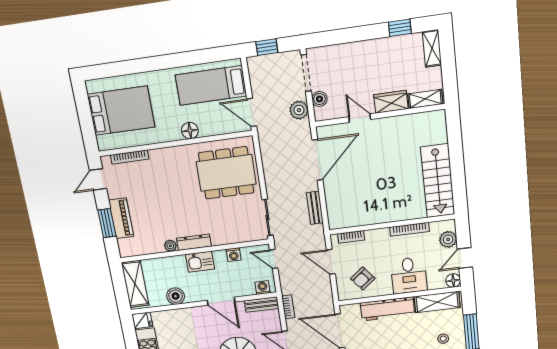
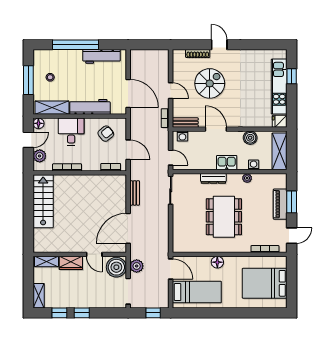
window: (368, 32) -> (82, 313), added
boiler: (319, 99) -> (116, 267), width x1.86, depth x1.86
dining table: (226, 173) -> (224, 217), moved, turned 90
dresser: (194, 242) -> (213, 178), moved
washing machine: (234, 255) -> (254, 165), moved

